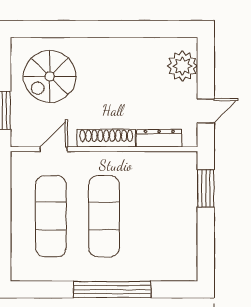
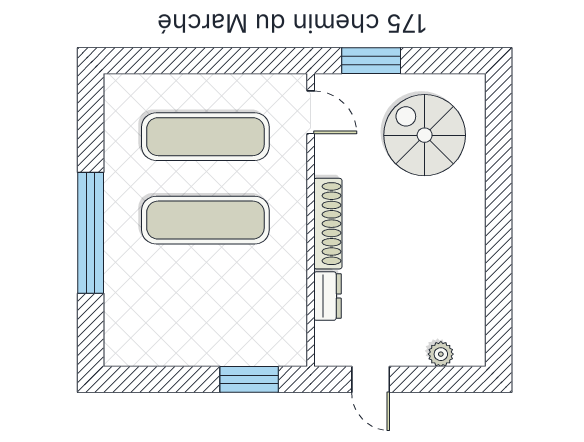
plant: (182, 66) -> (441, 354), width x0.53, depth x0.53
dresser: (159, 138) -> (328, 296), width x0.70
door: (54, 149) -> (311, 112), moved

